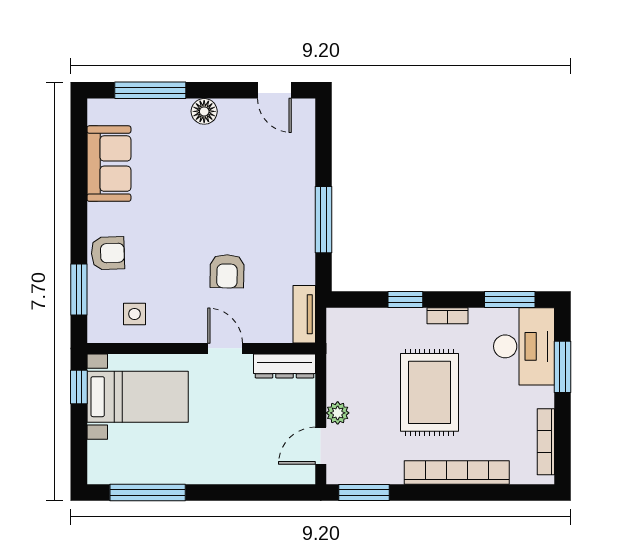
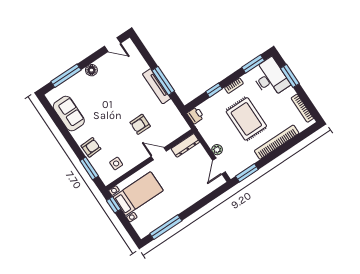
armchair: (227, 271) -> (140, 124), turned 89
tv unit: (304, 314) -> (157, 86), moved, width x1.41
printer: (340, 323) -> (195, 115), added

